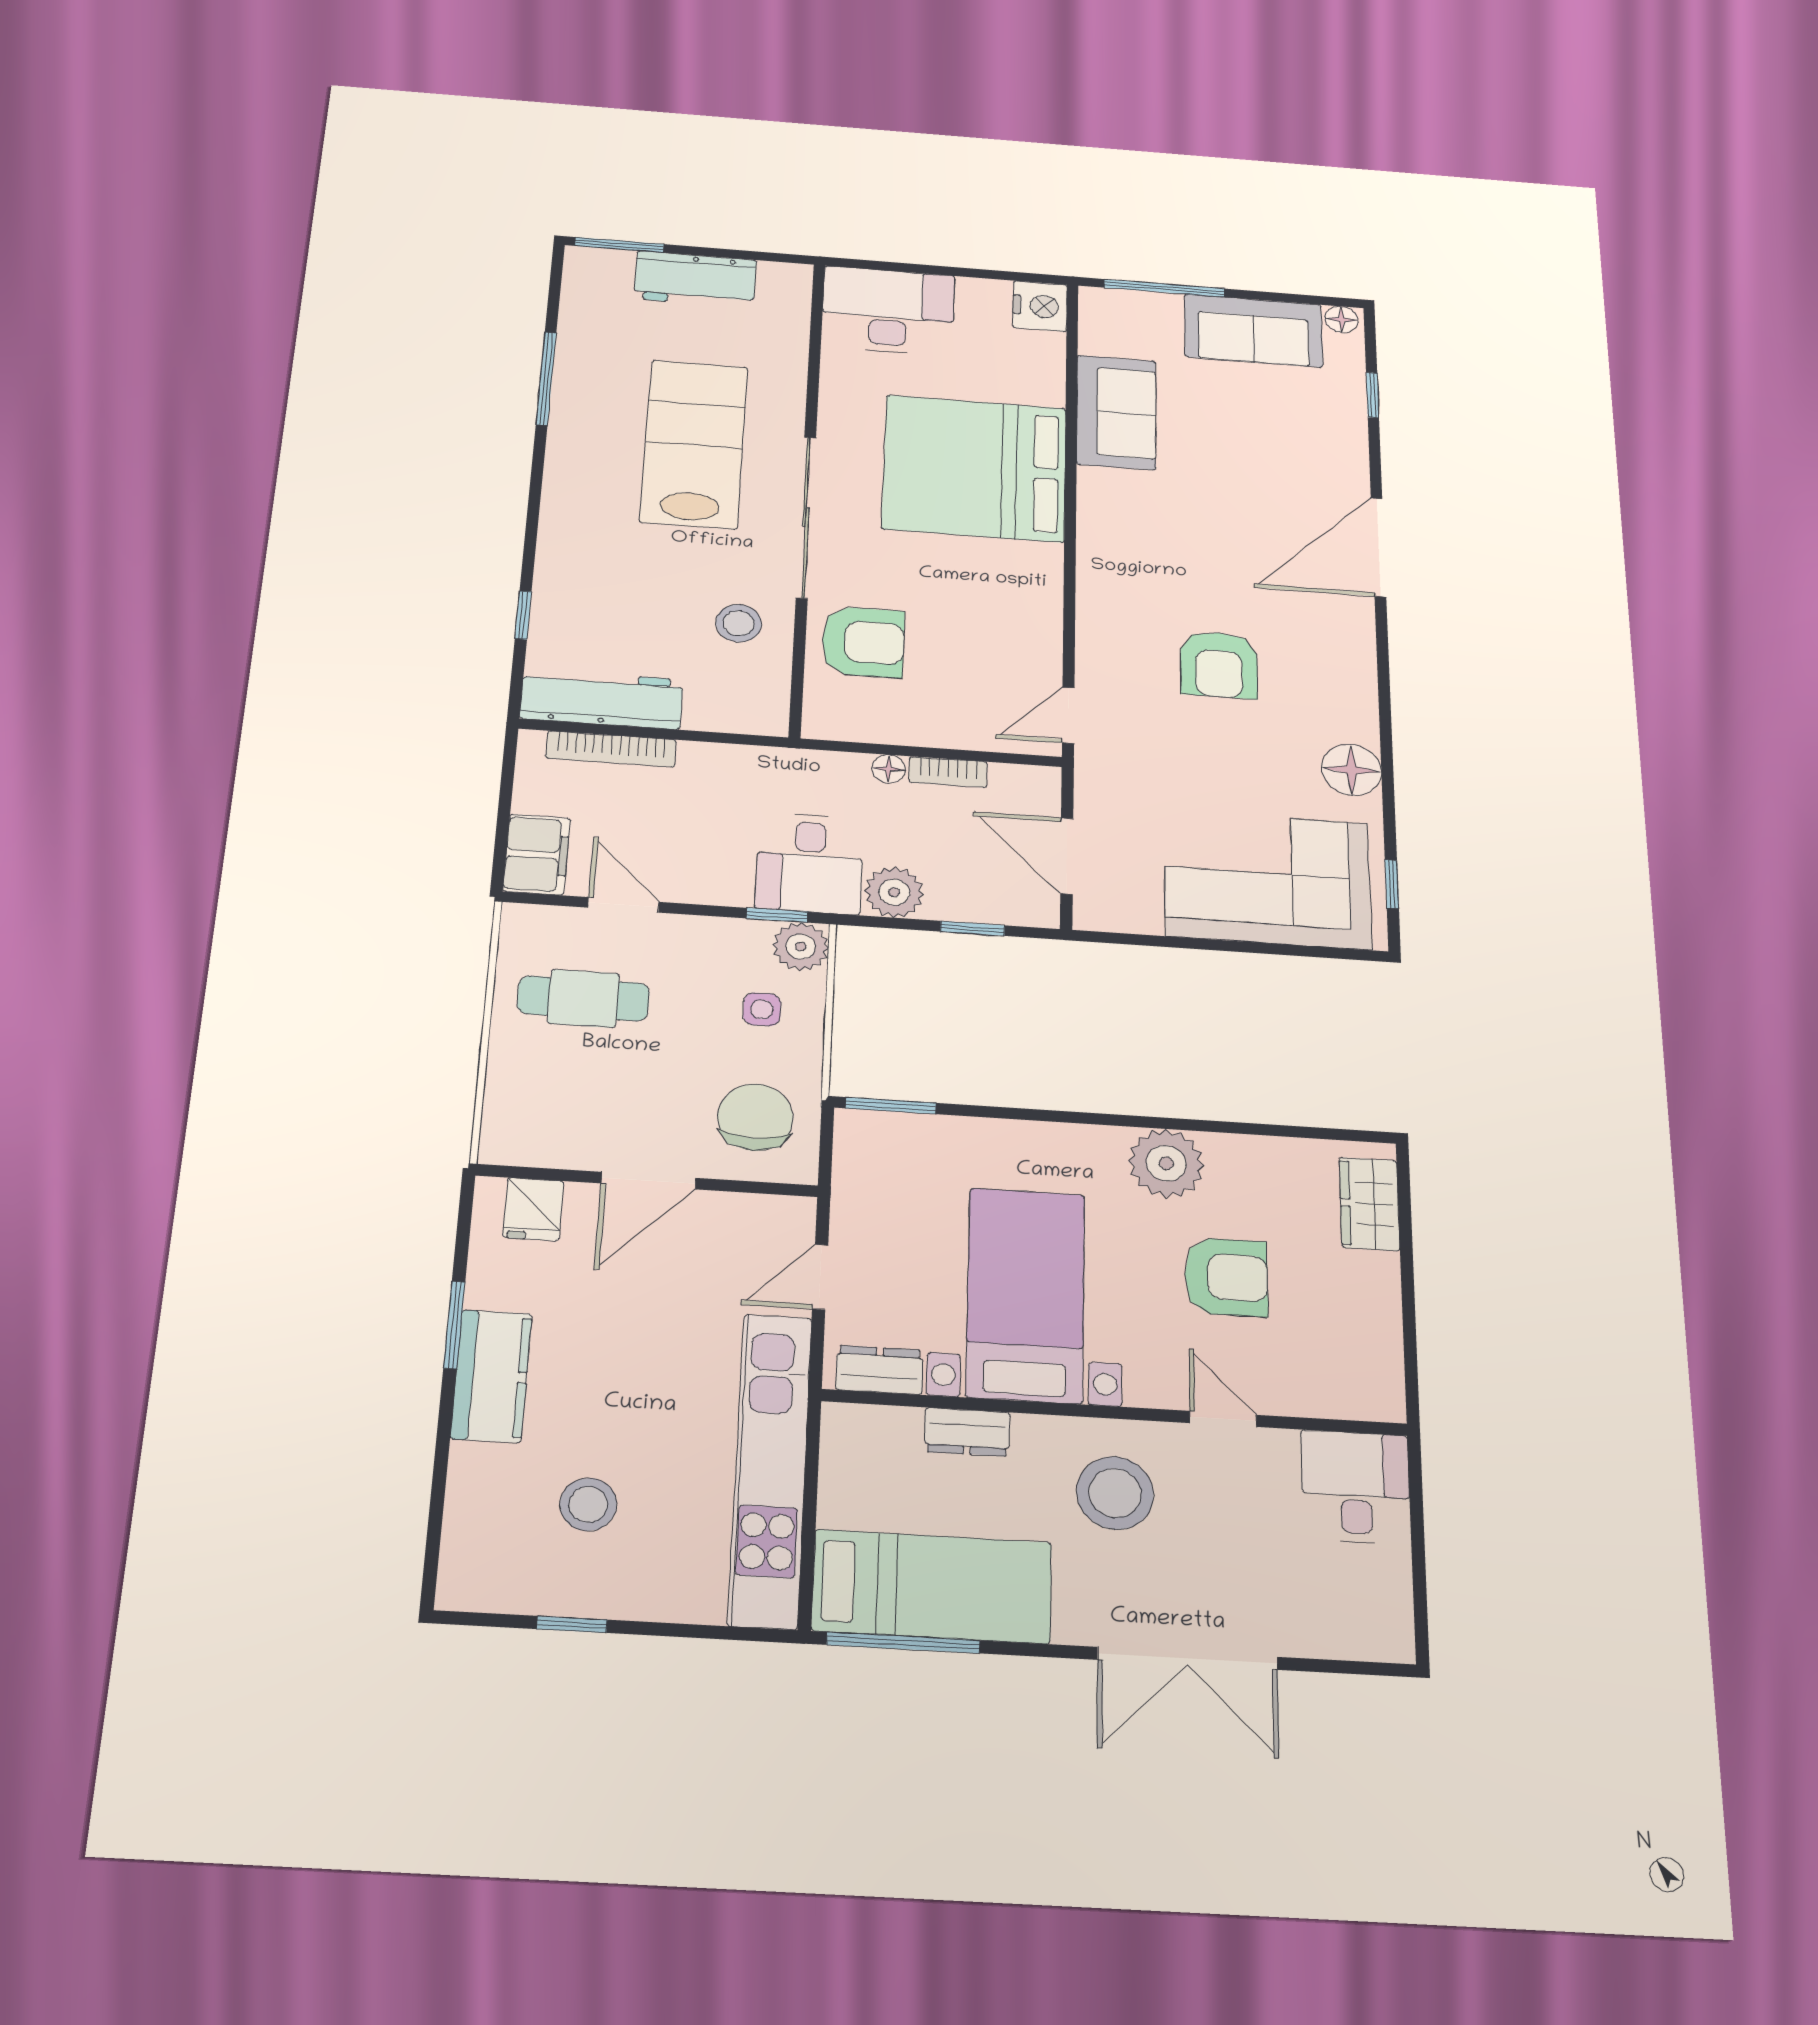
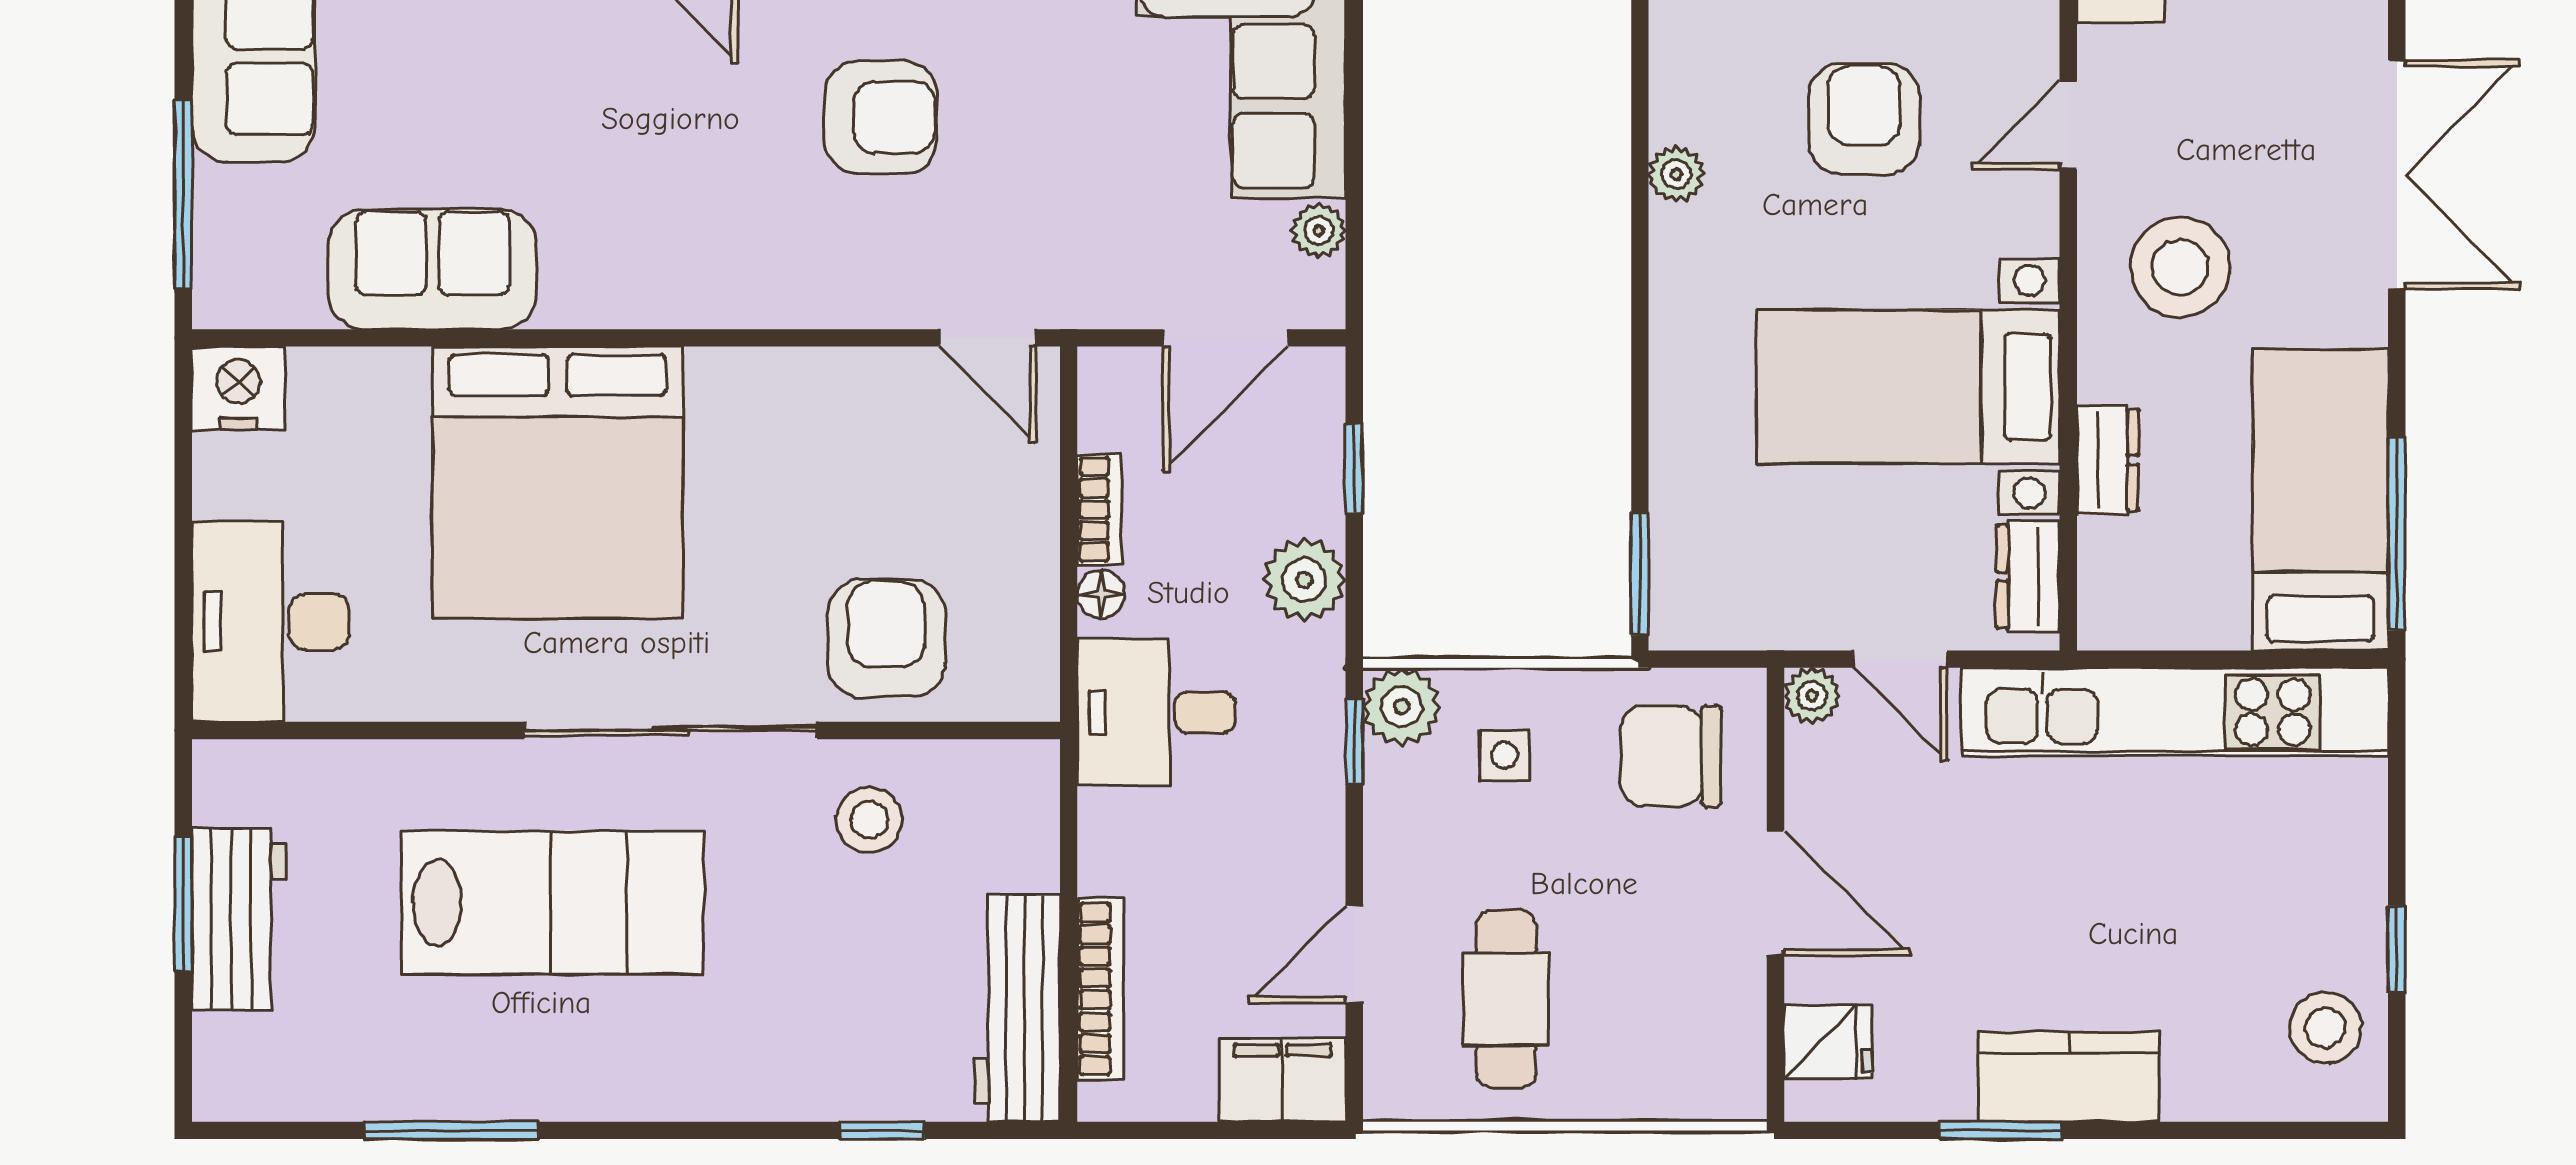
window: (619, 245) -> (183, 904), moved
lab bench: (694, 444) -> (552, 903), turned 180
desk: (809, 863) -> (1156, 712), moved, turned 180
plant: (1142, 918) -> (1319, 231), added
plant: (1166, 1163) -> (1676, 174), width x0.53, depth x0.53
plant: (795, 1215) -> (1812, 696), added
stool: (588, 1504) -> (2325, 1028), moved

